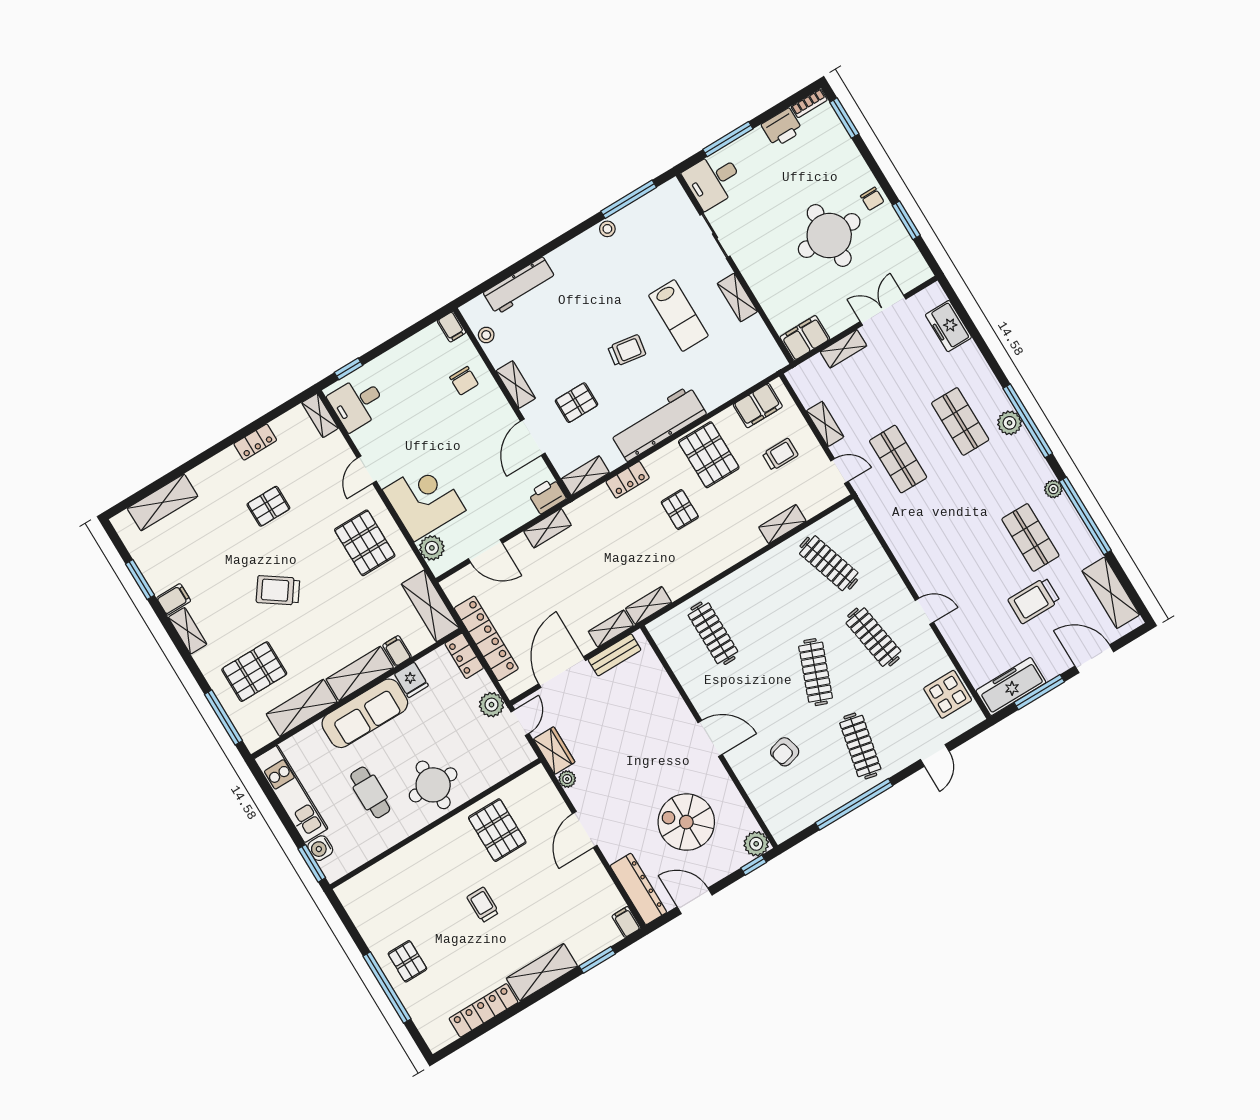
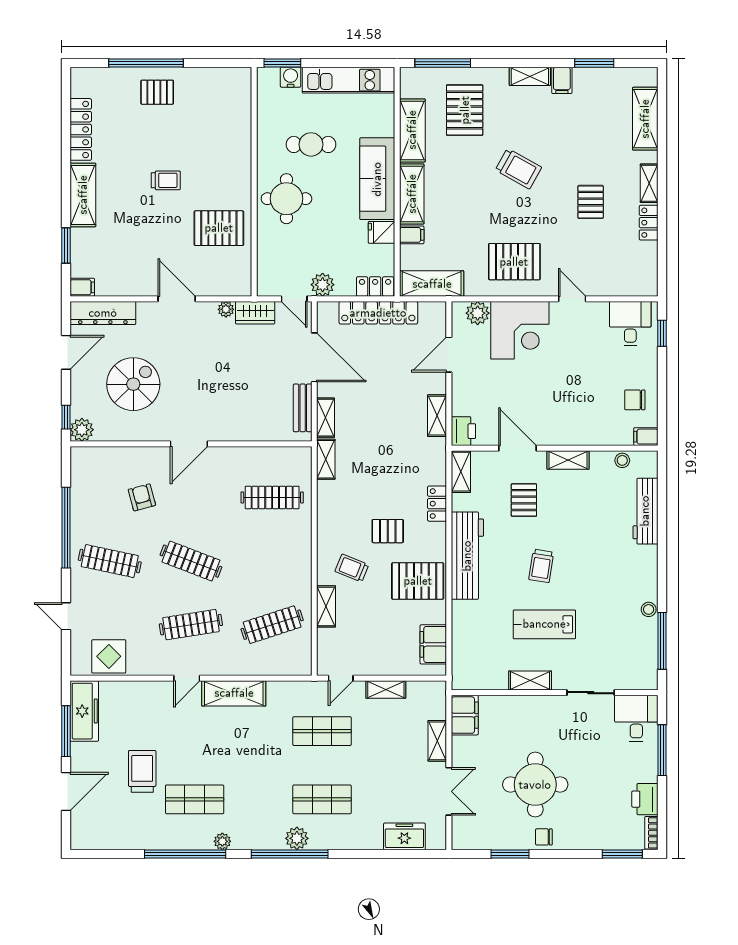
chair: (464, 381) -> (635, 400), moved
shelving: (320, 415) -> (649, 183), moved, turned 90
trolley: (780, 454) -> (352, 568), moved, turned 112
trolley: (278, 590) -> (518, 169), turned 84
shelving: (1111, 593) -> (234, 693), moved

